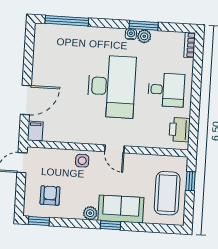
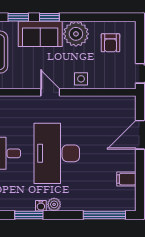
plant: (144, 36) -> (54, 204), moved
filing cabinet: (35, 131) -> (126, 179), moved, turned 90
plant: (90, 213) -> (76, 34), width x1.87, depth x1.87
window: (39, 221) -> (18, 17), moved

